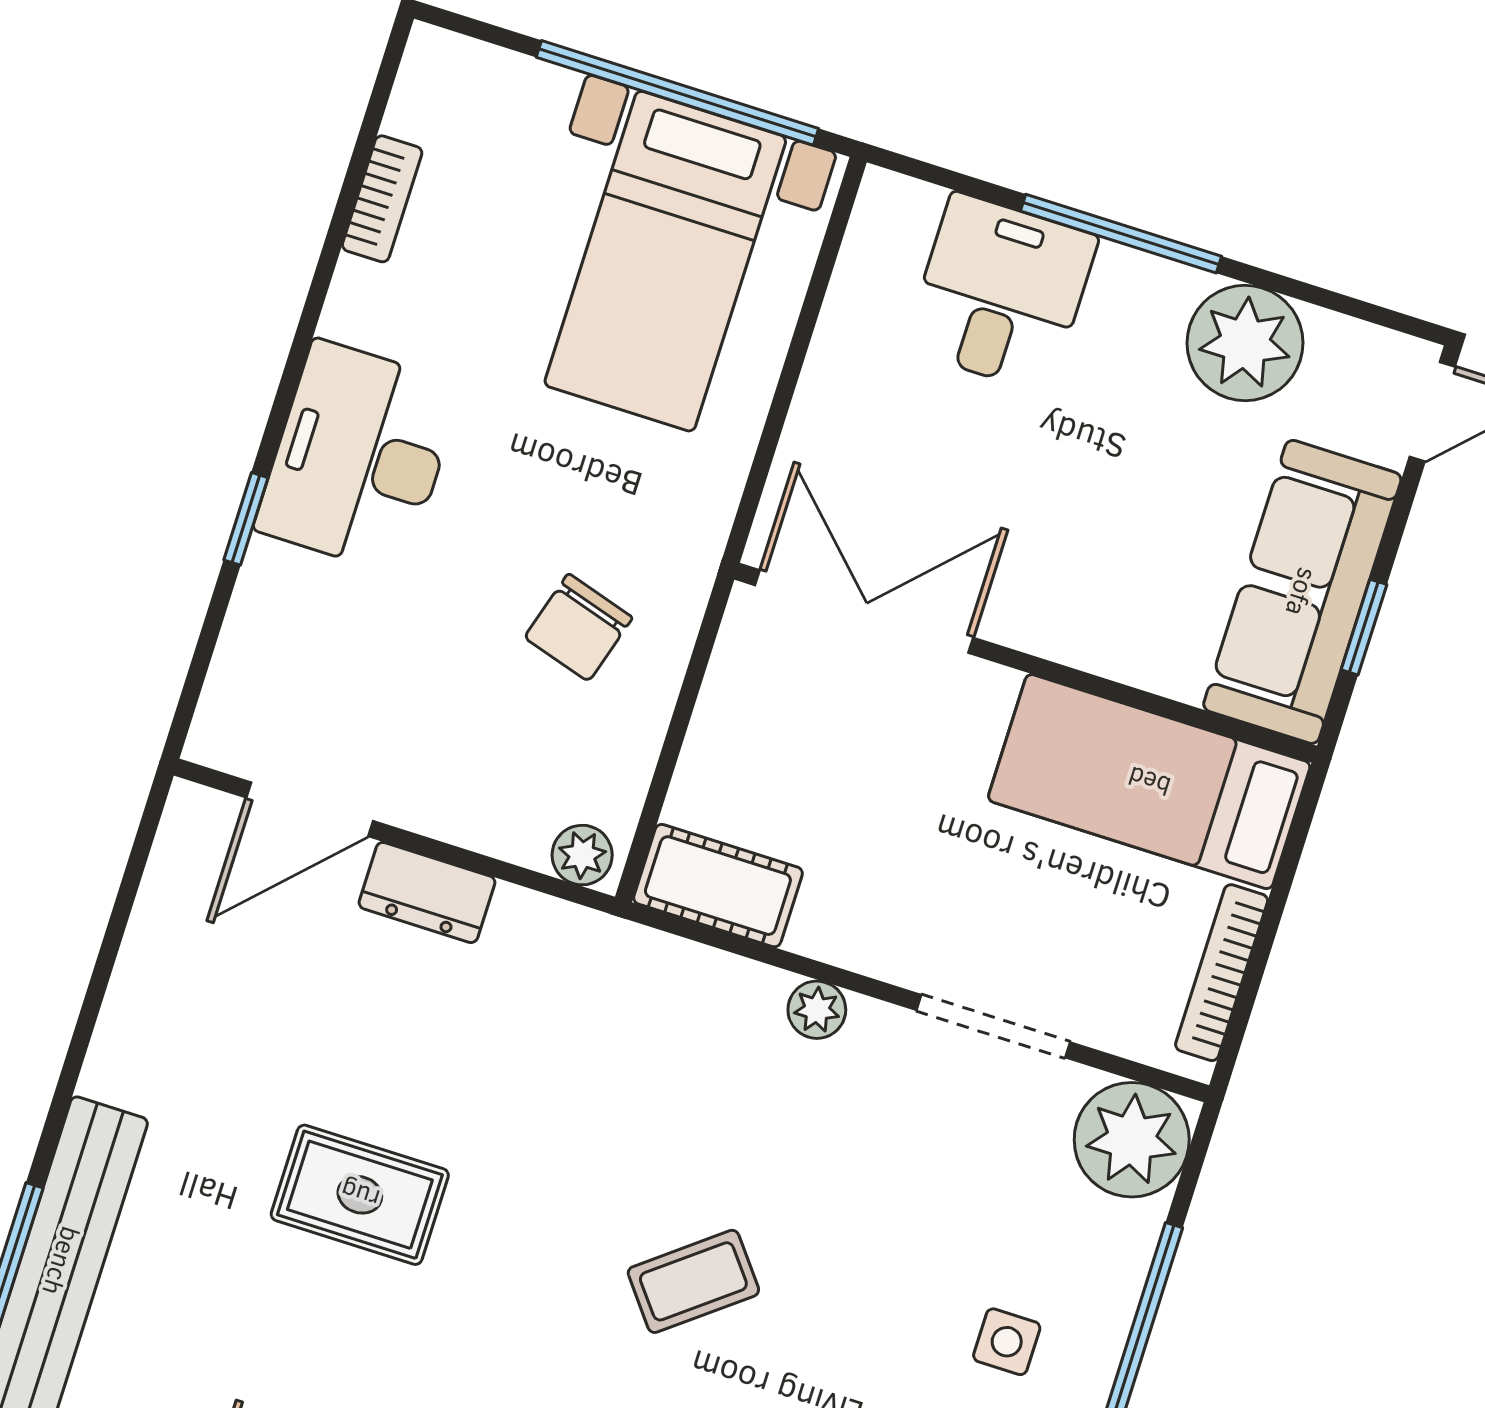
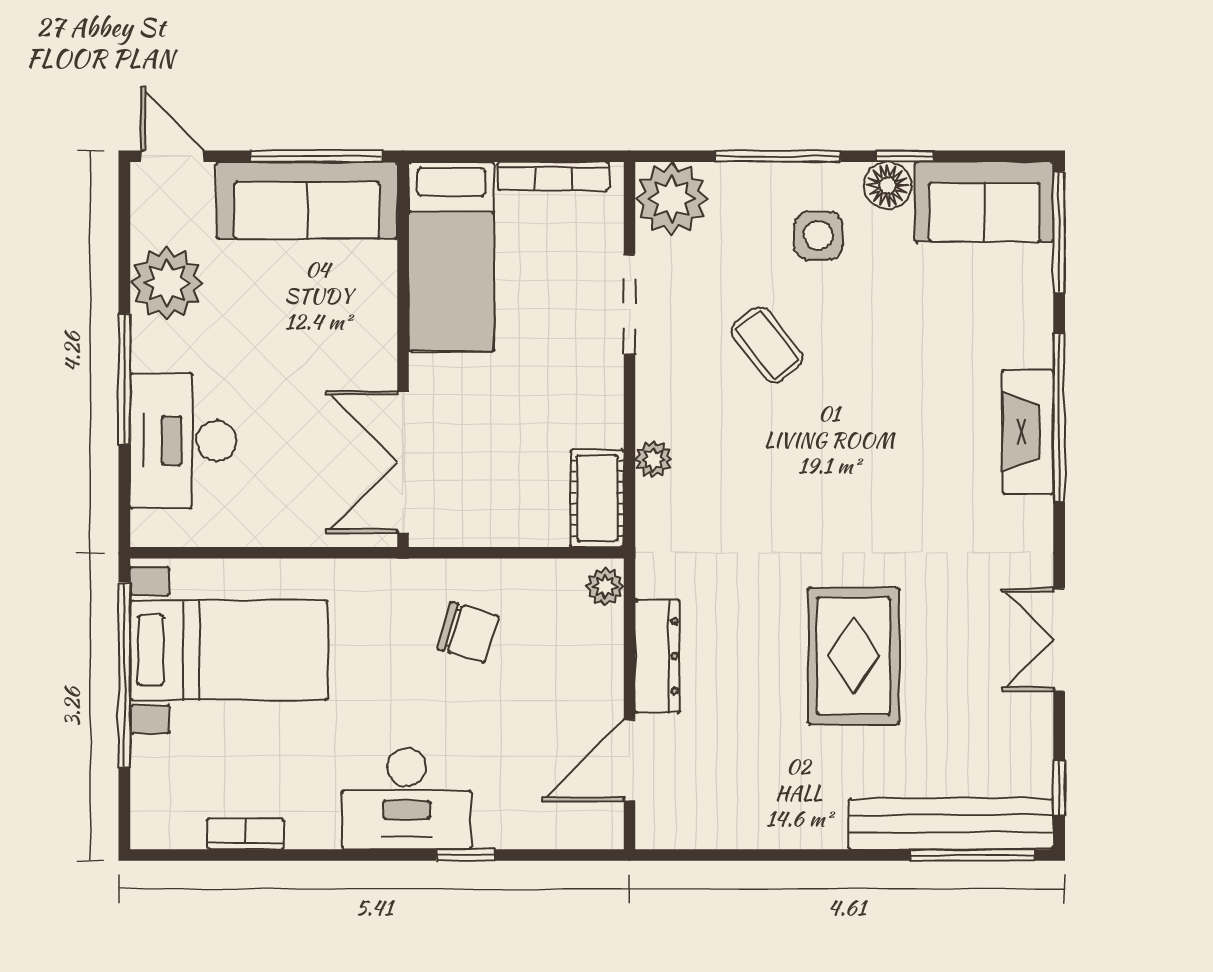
desk: (1001, 293) -> (183, 441), width x1.37
window: (1364, 627) -> (316, 156), width x2.17
door: (310, 809) -> (630, 760), swing flipped
dresser: (427, 892) -> (657, 656), width x1.44
plant: (817, 1010) -> (653, 459), moved
rug: (360, 1195) -> (854, 656), width x1.36, depth x1.43
coffee table: (693, 1281) -> (767, 345), moved
side table: (1007, 1342) -> (818, 235), width x1.37, depth x1.37

